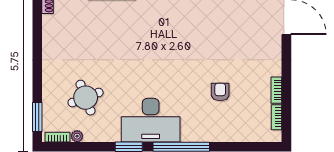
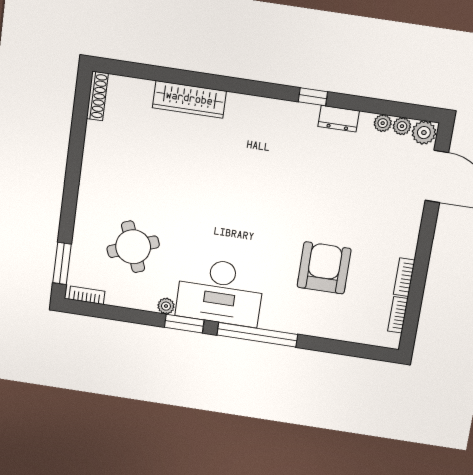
armchair: (220, 92) -> (324, 268), width x1.88, depth x1.88
plant: (77, 136) -> (166, 306), moved

